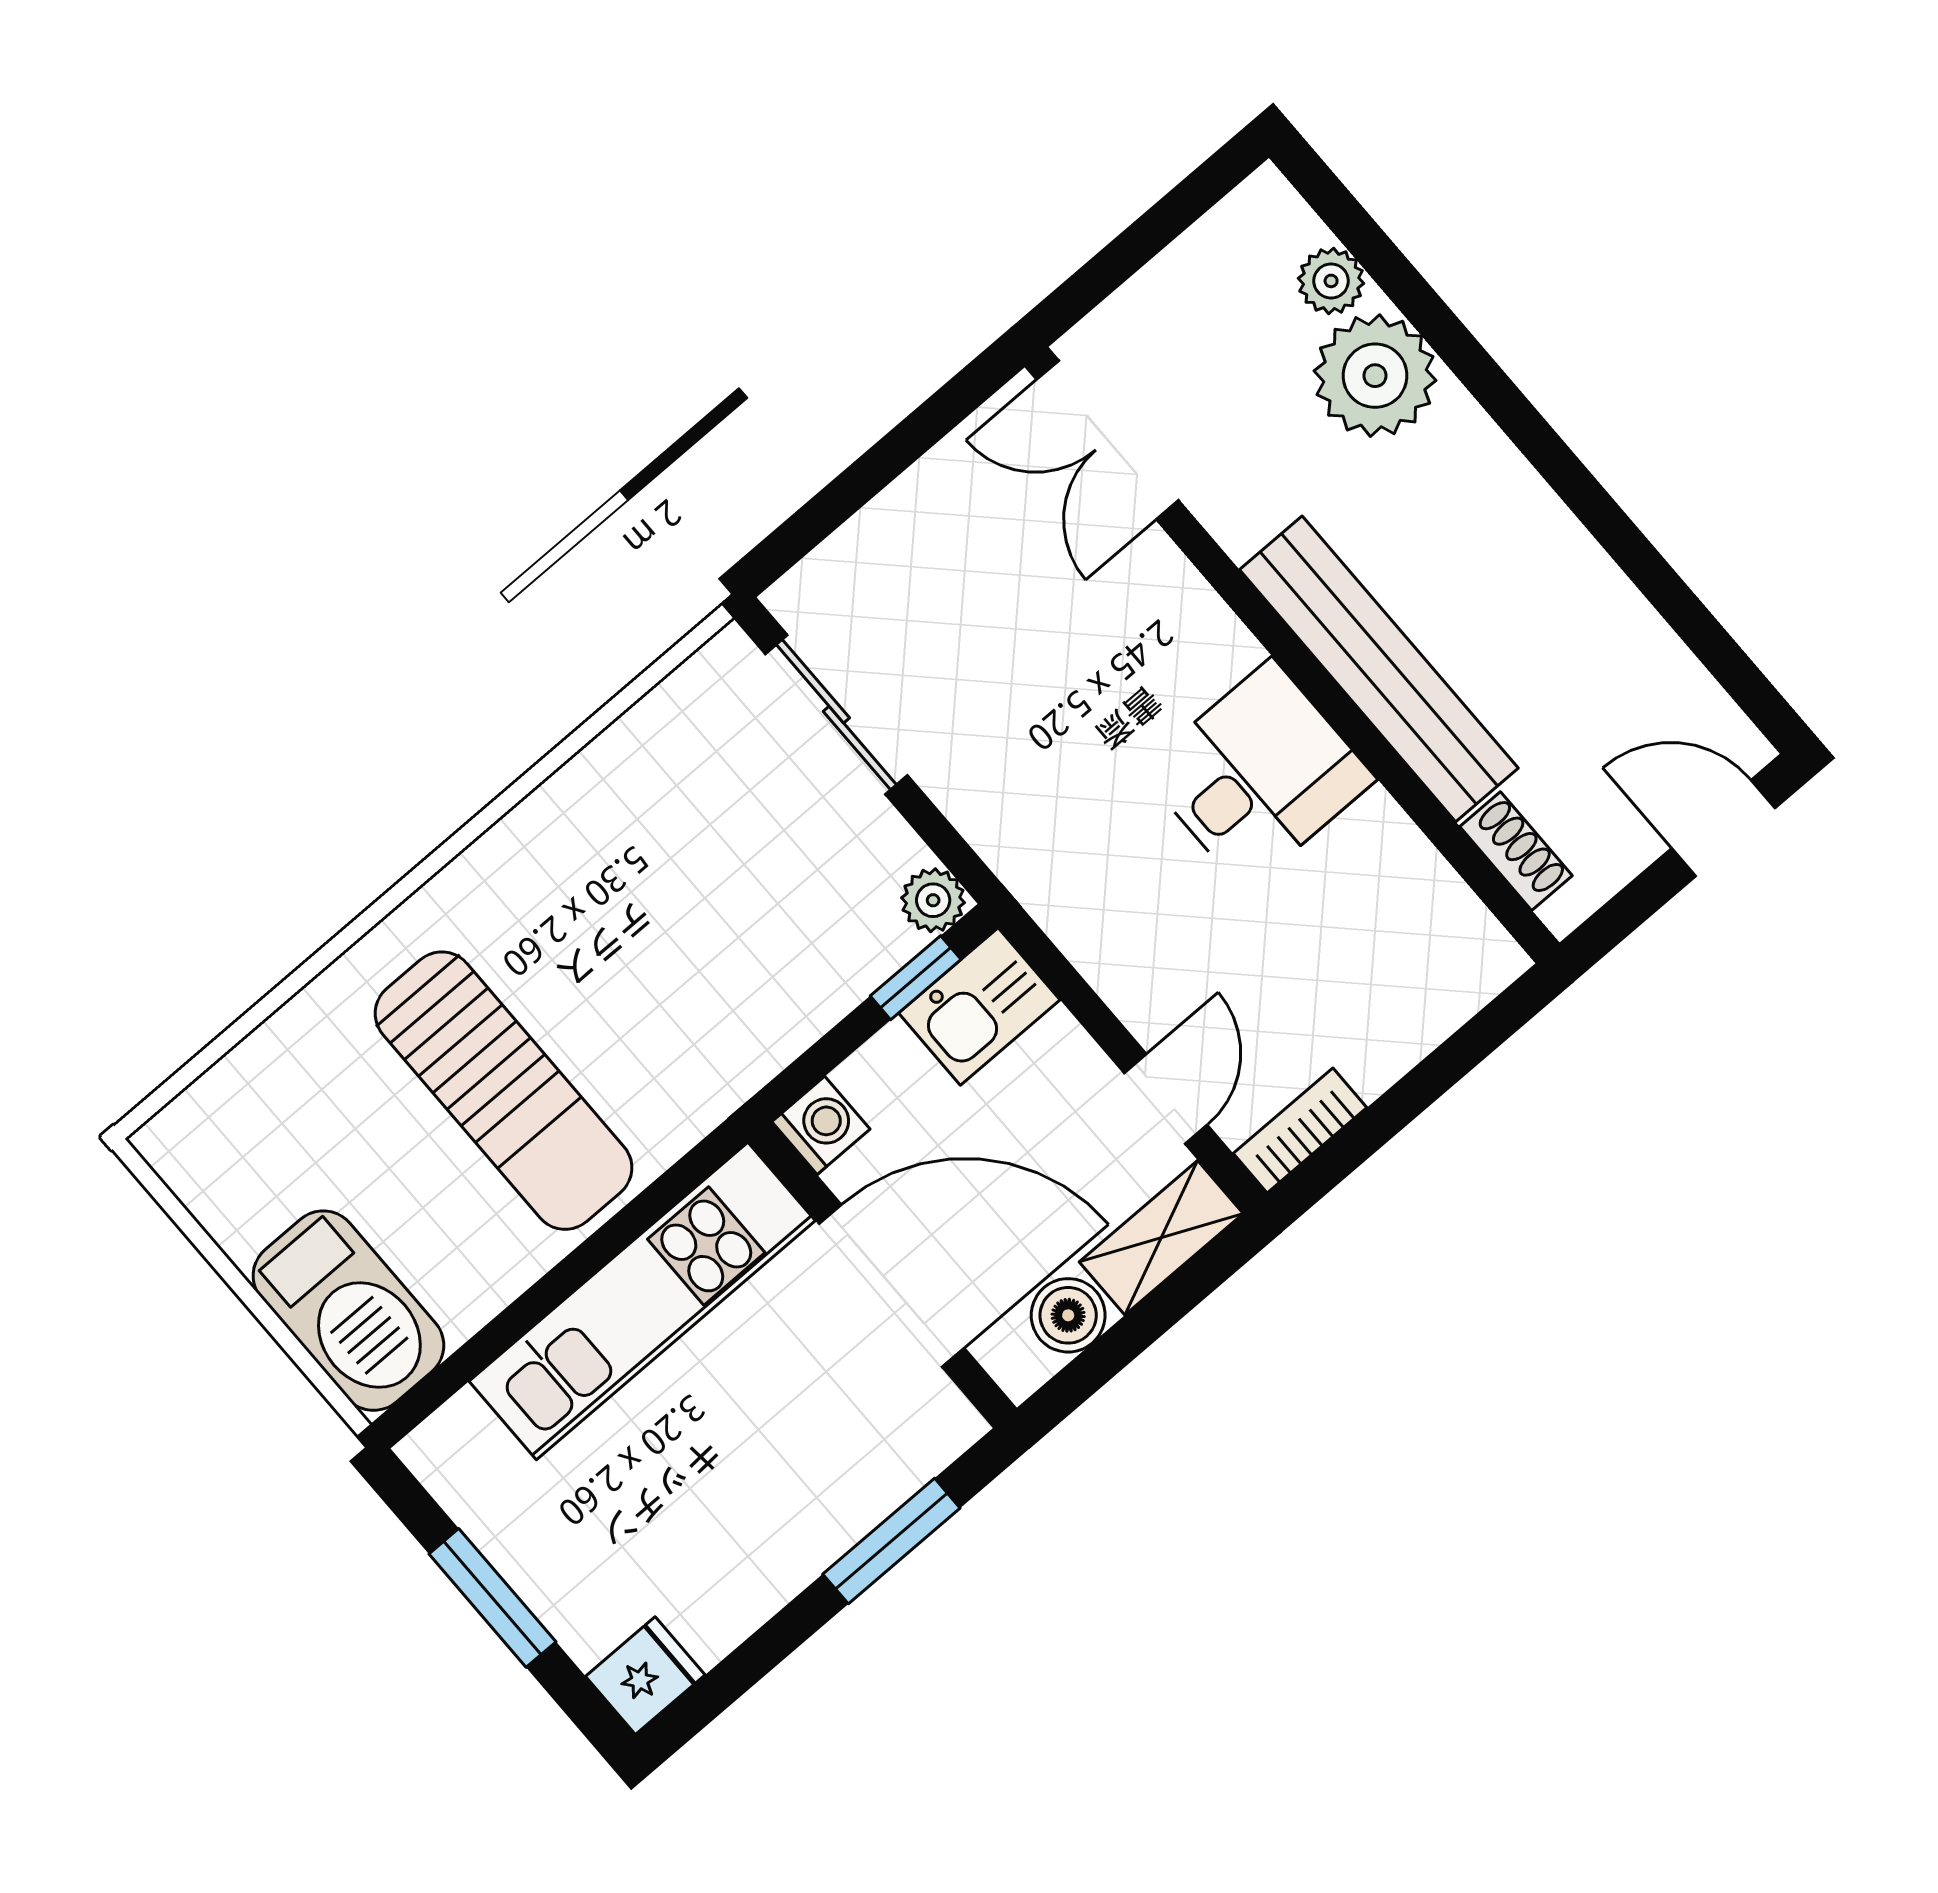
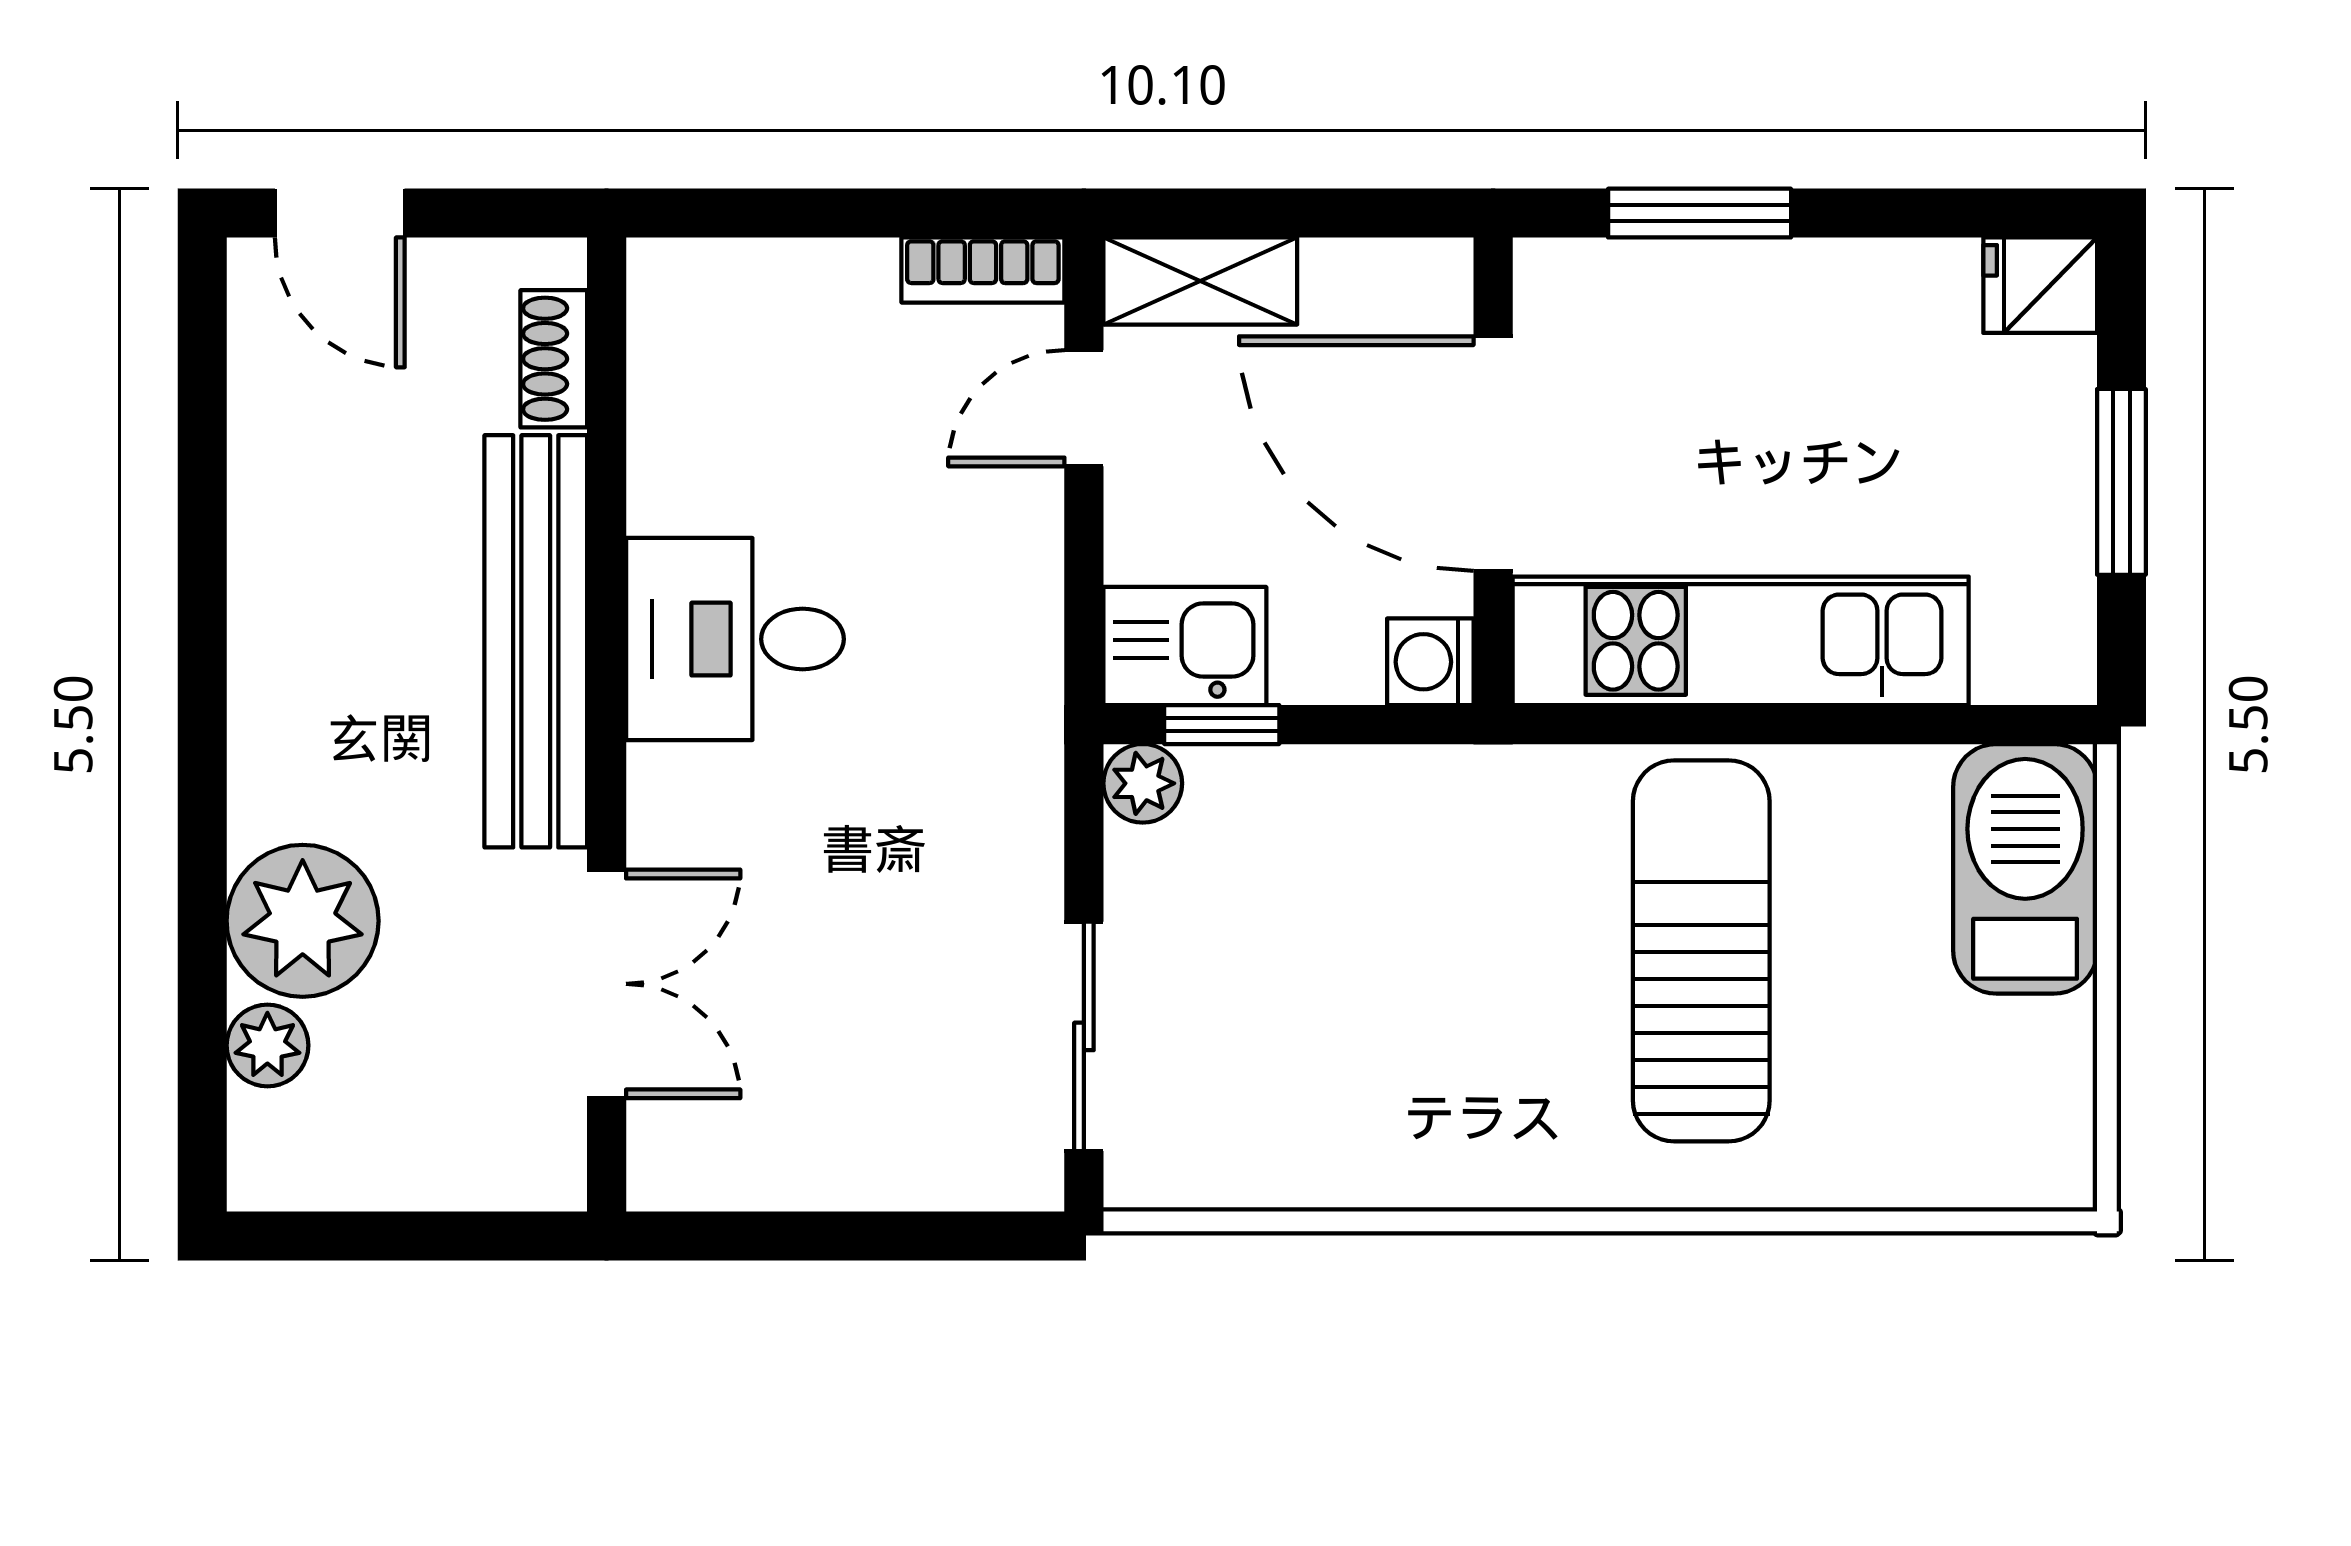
double door: (1108, 440) -> (607, 984), moved
boiler: (1068, 1315) -> (1351, 283), removed

